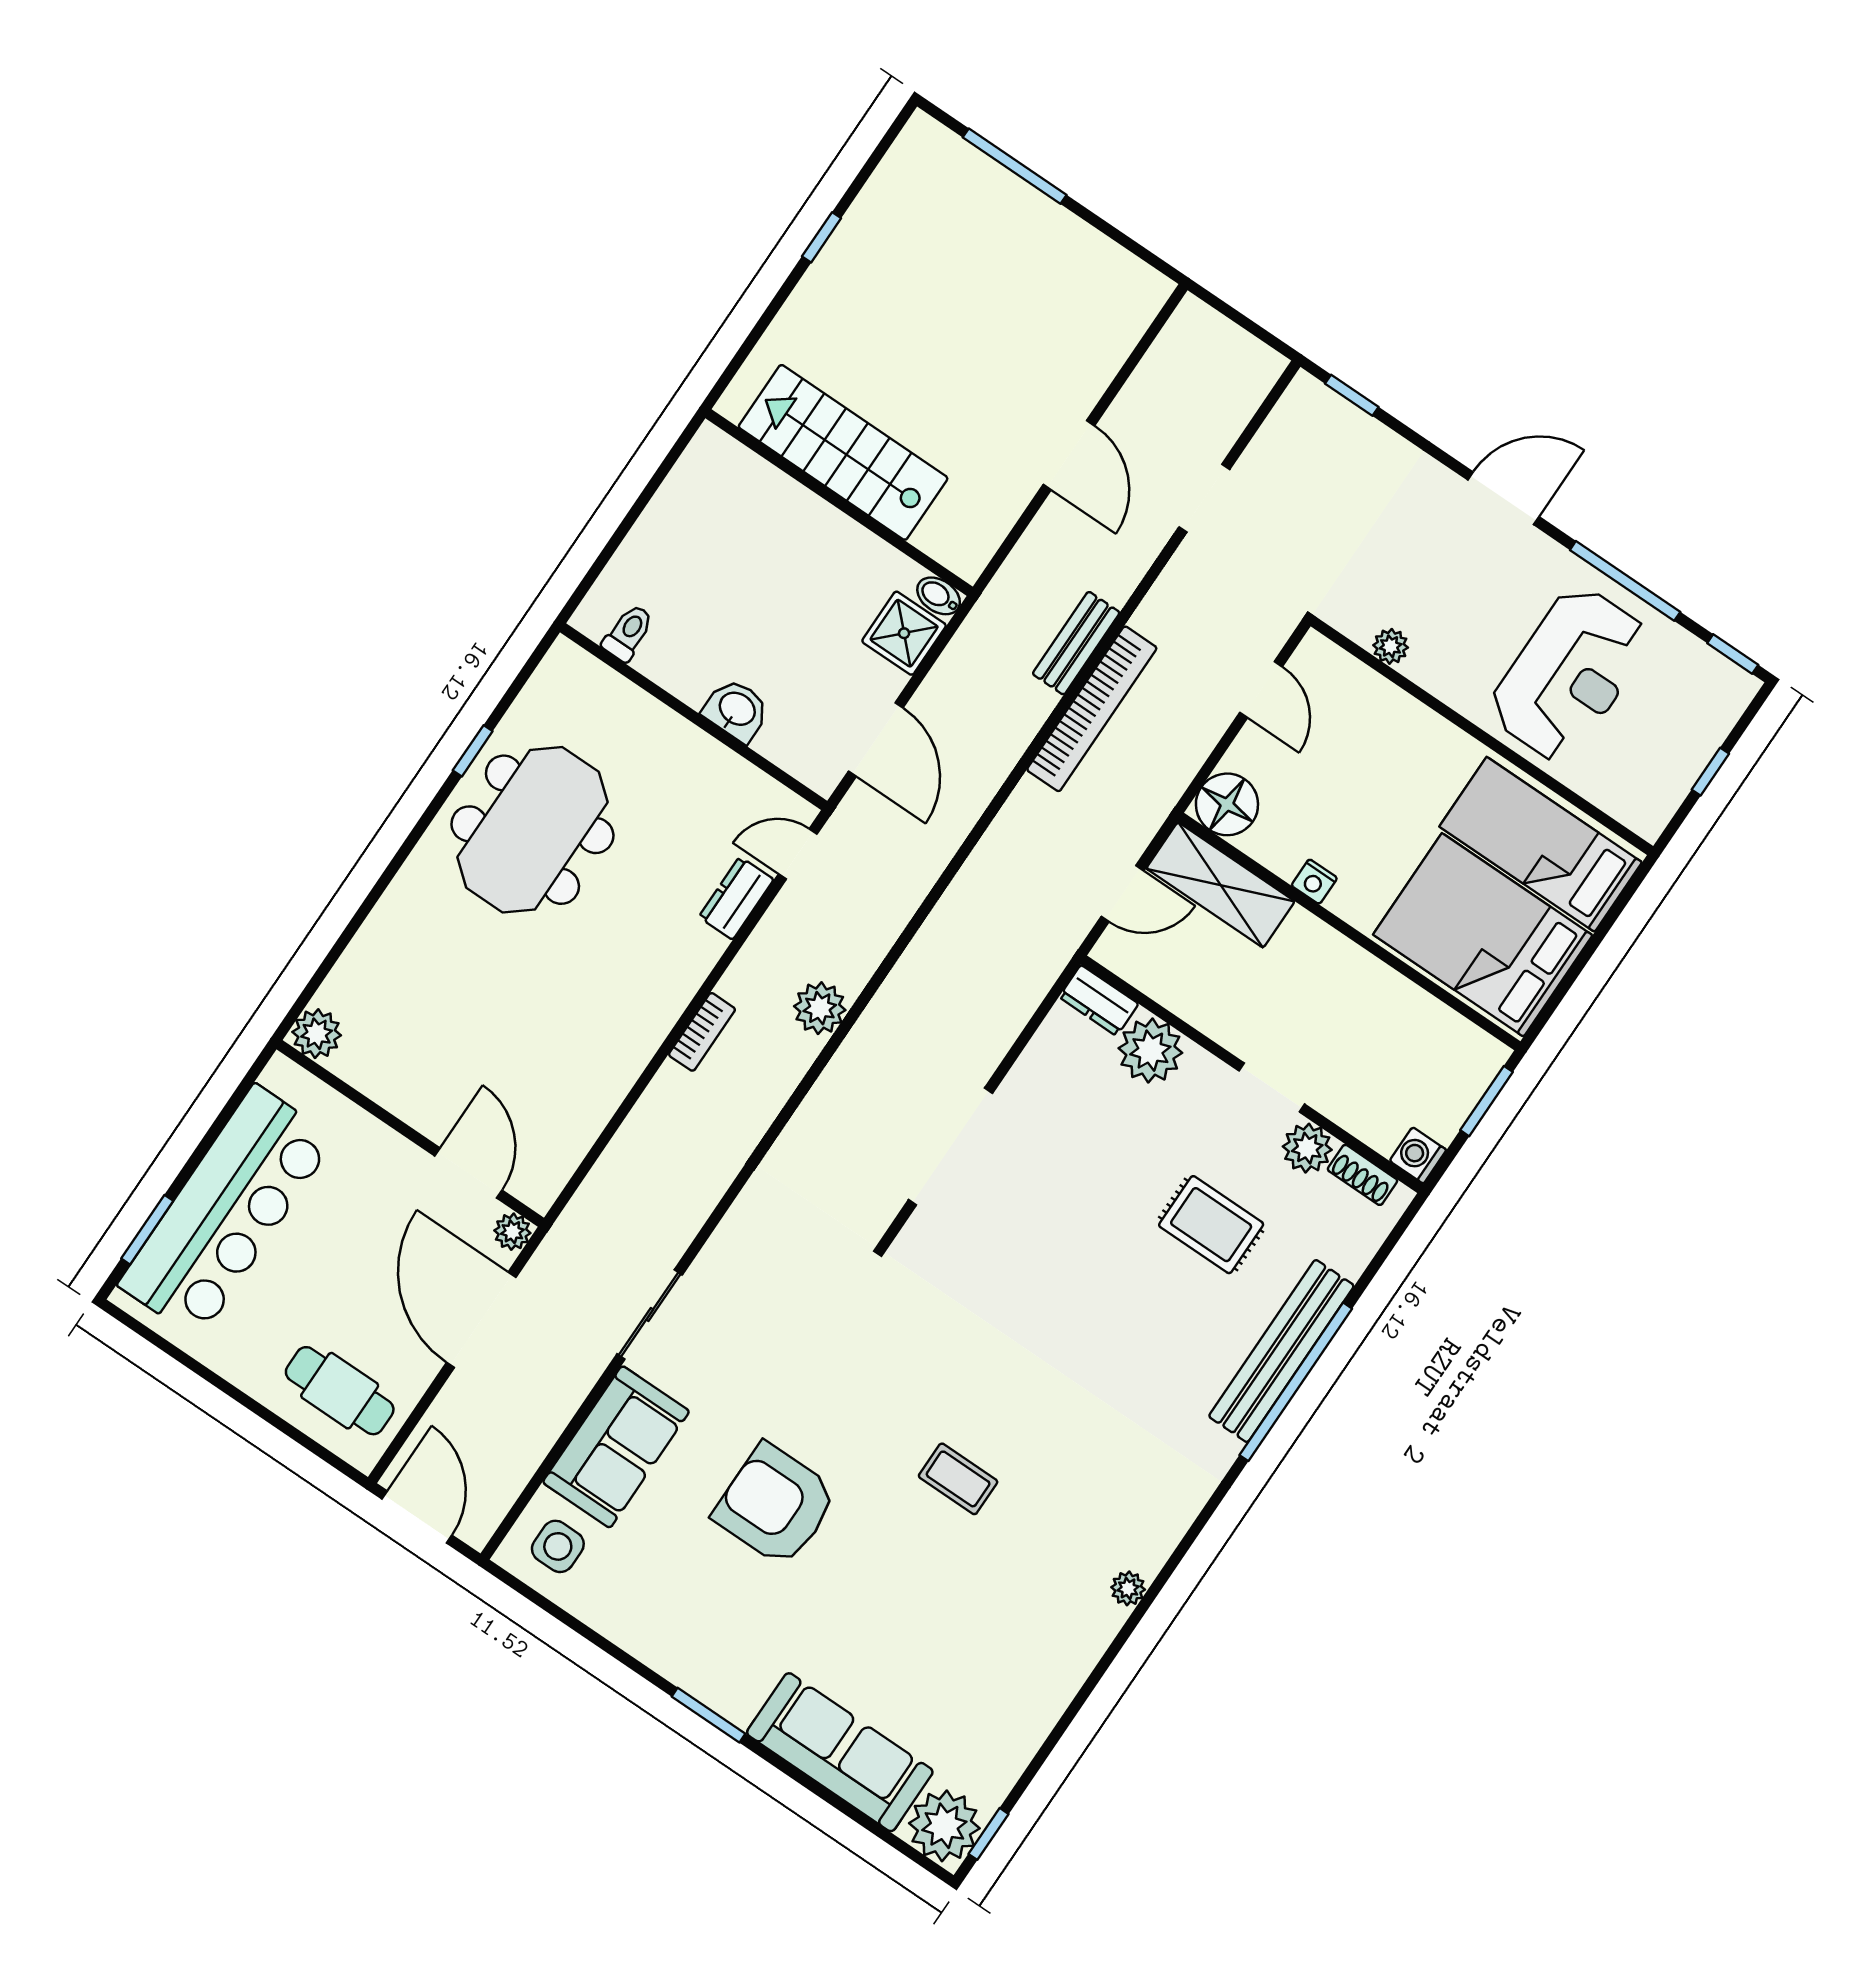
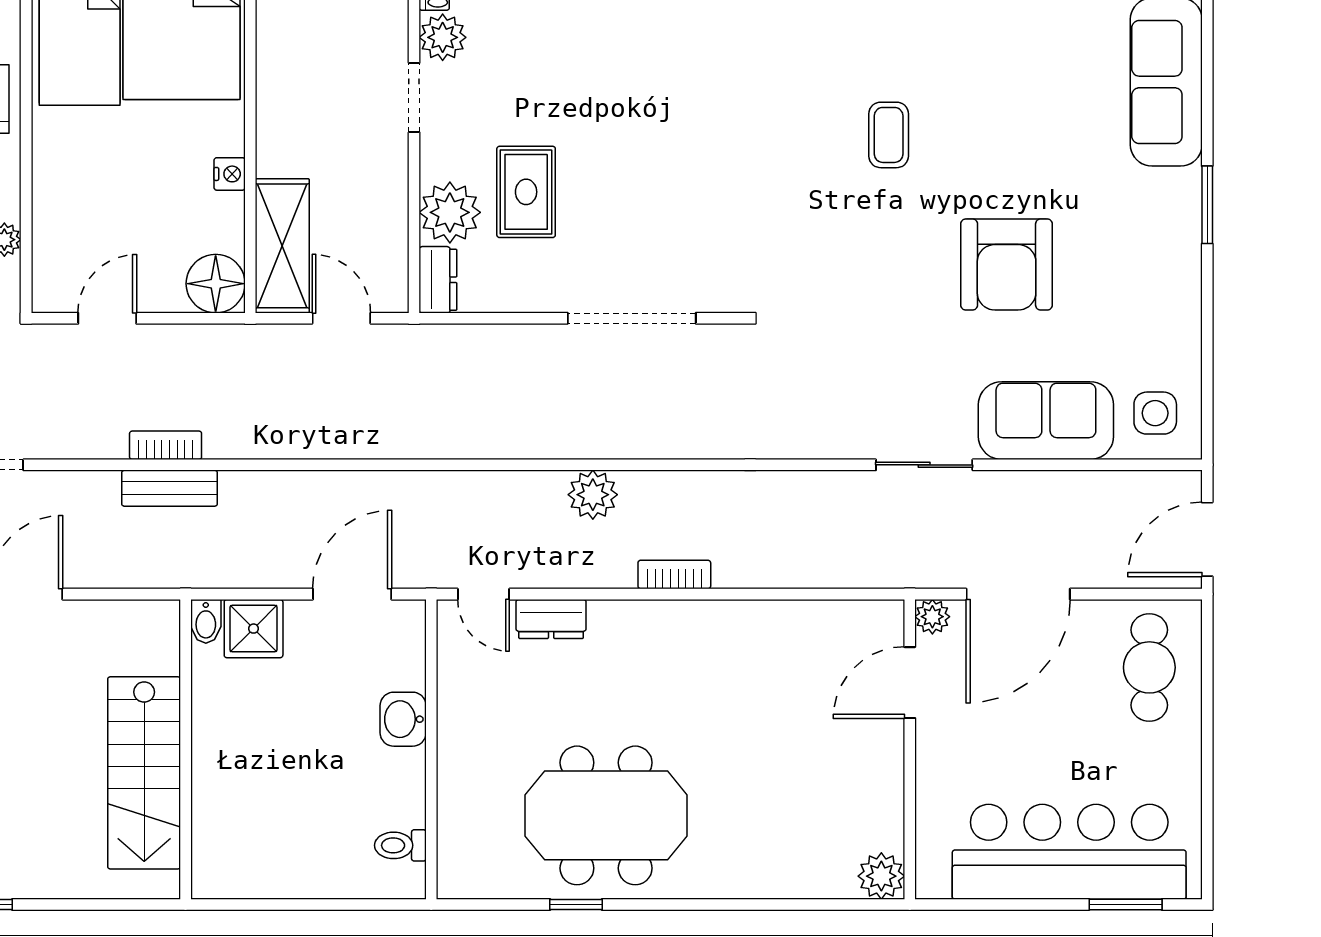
bookcase: (1092, 709) -> (166, 445), width x0.43, depth x0.76
rug: (1211, 1225) -> (526, 192), moved

